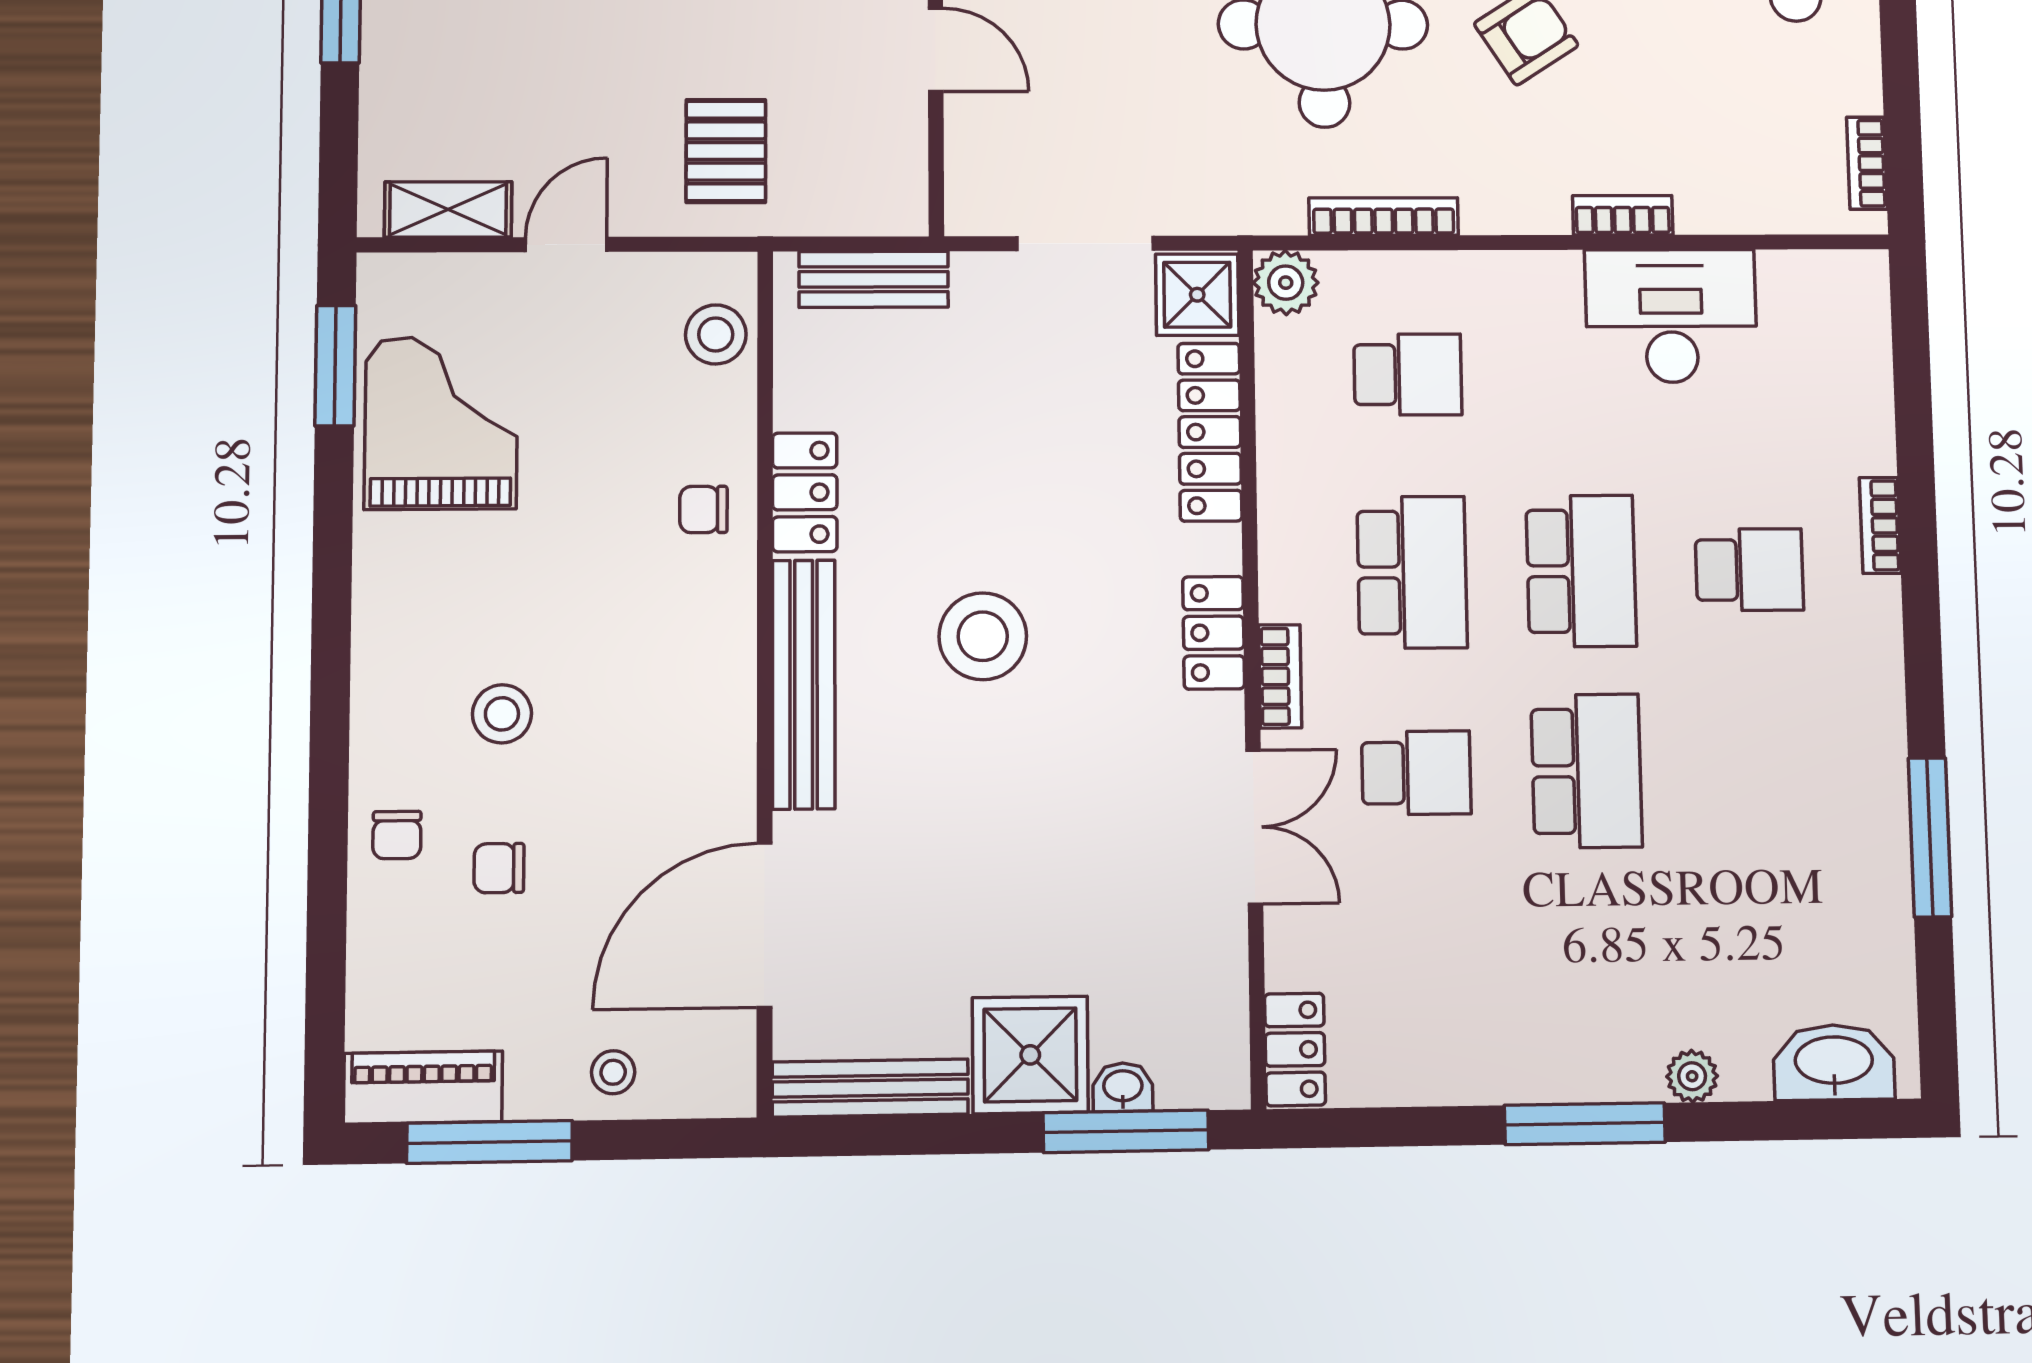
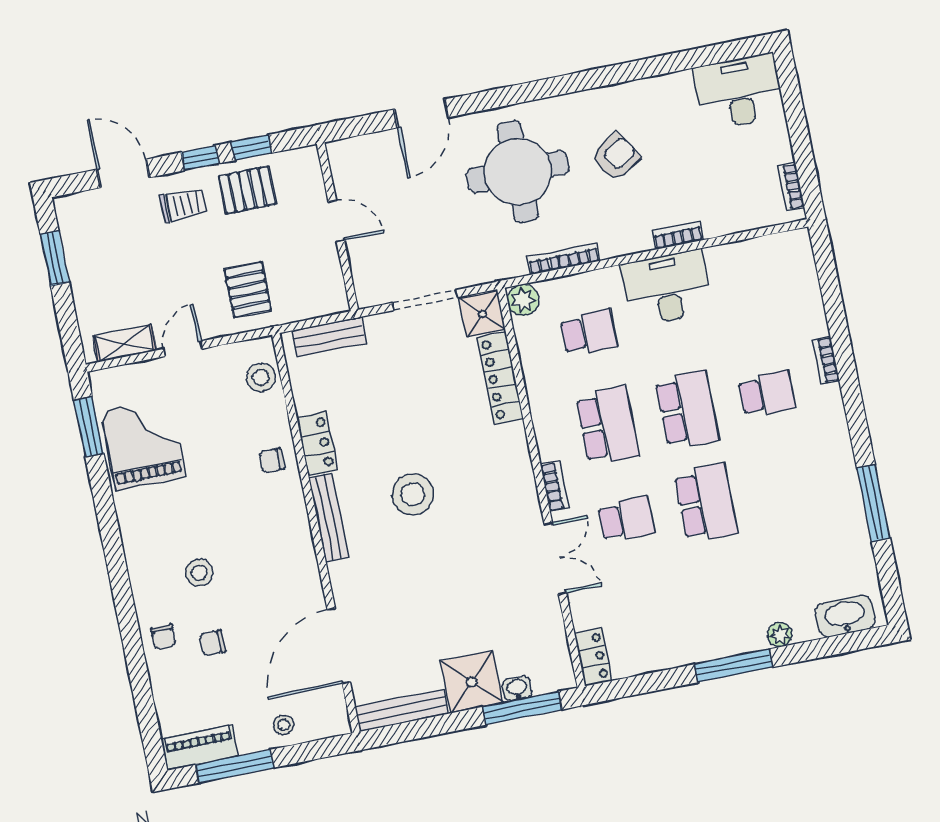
desk: (1671, 316) -> (667, 288), moved
locker: (1214, 633) -> (520, 472), removed
bench: (804, 684) -> (329, 518), width x0.73, depth x0.82

